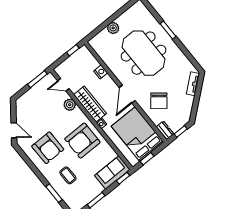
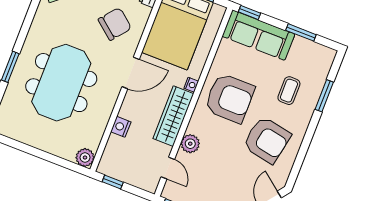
plant: (113, 28) -> (85, 157), moved
armchair: (48, 148) -> (267, 140), turned 101
sofa: (112, 172) -> (258, 35), width x1.36

